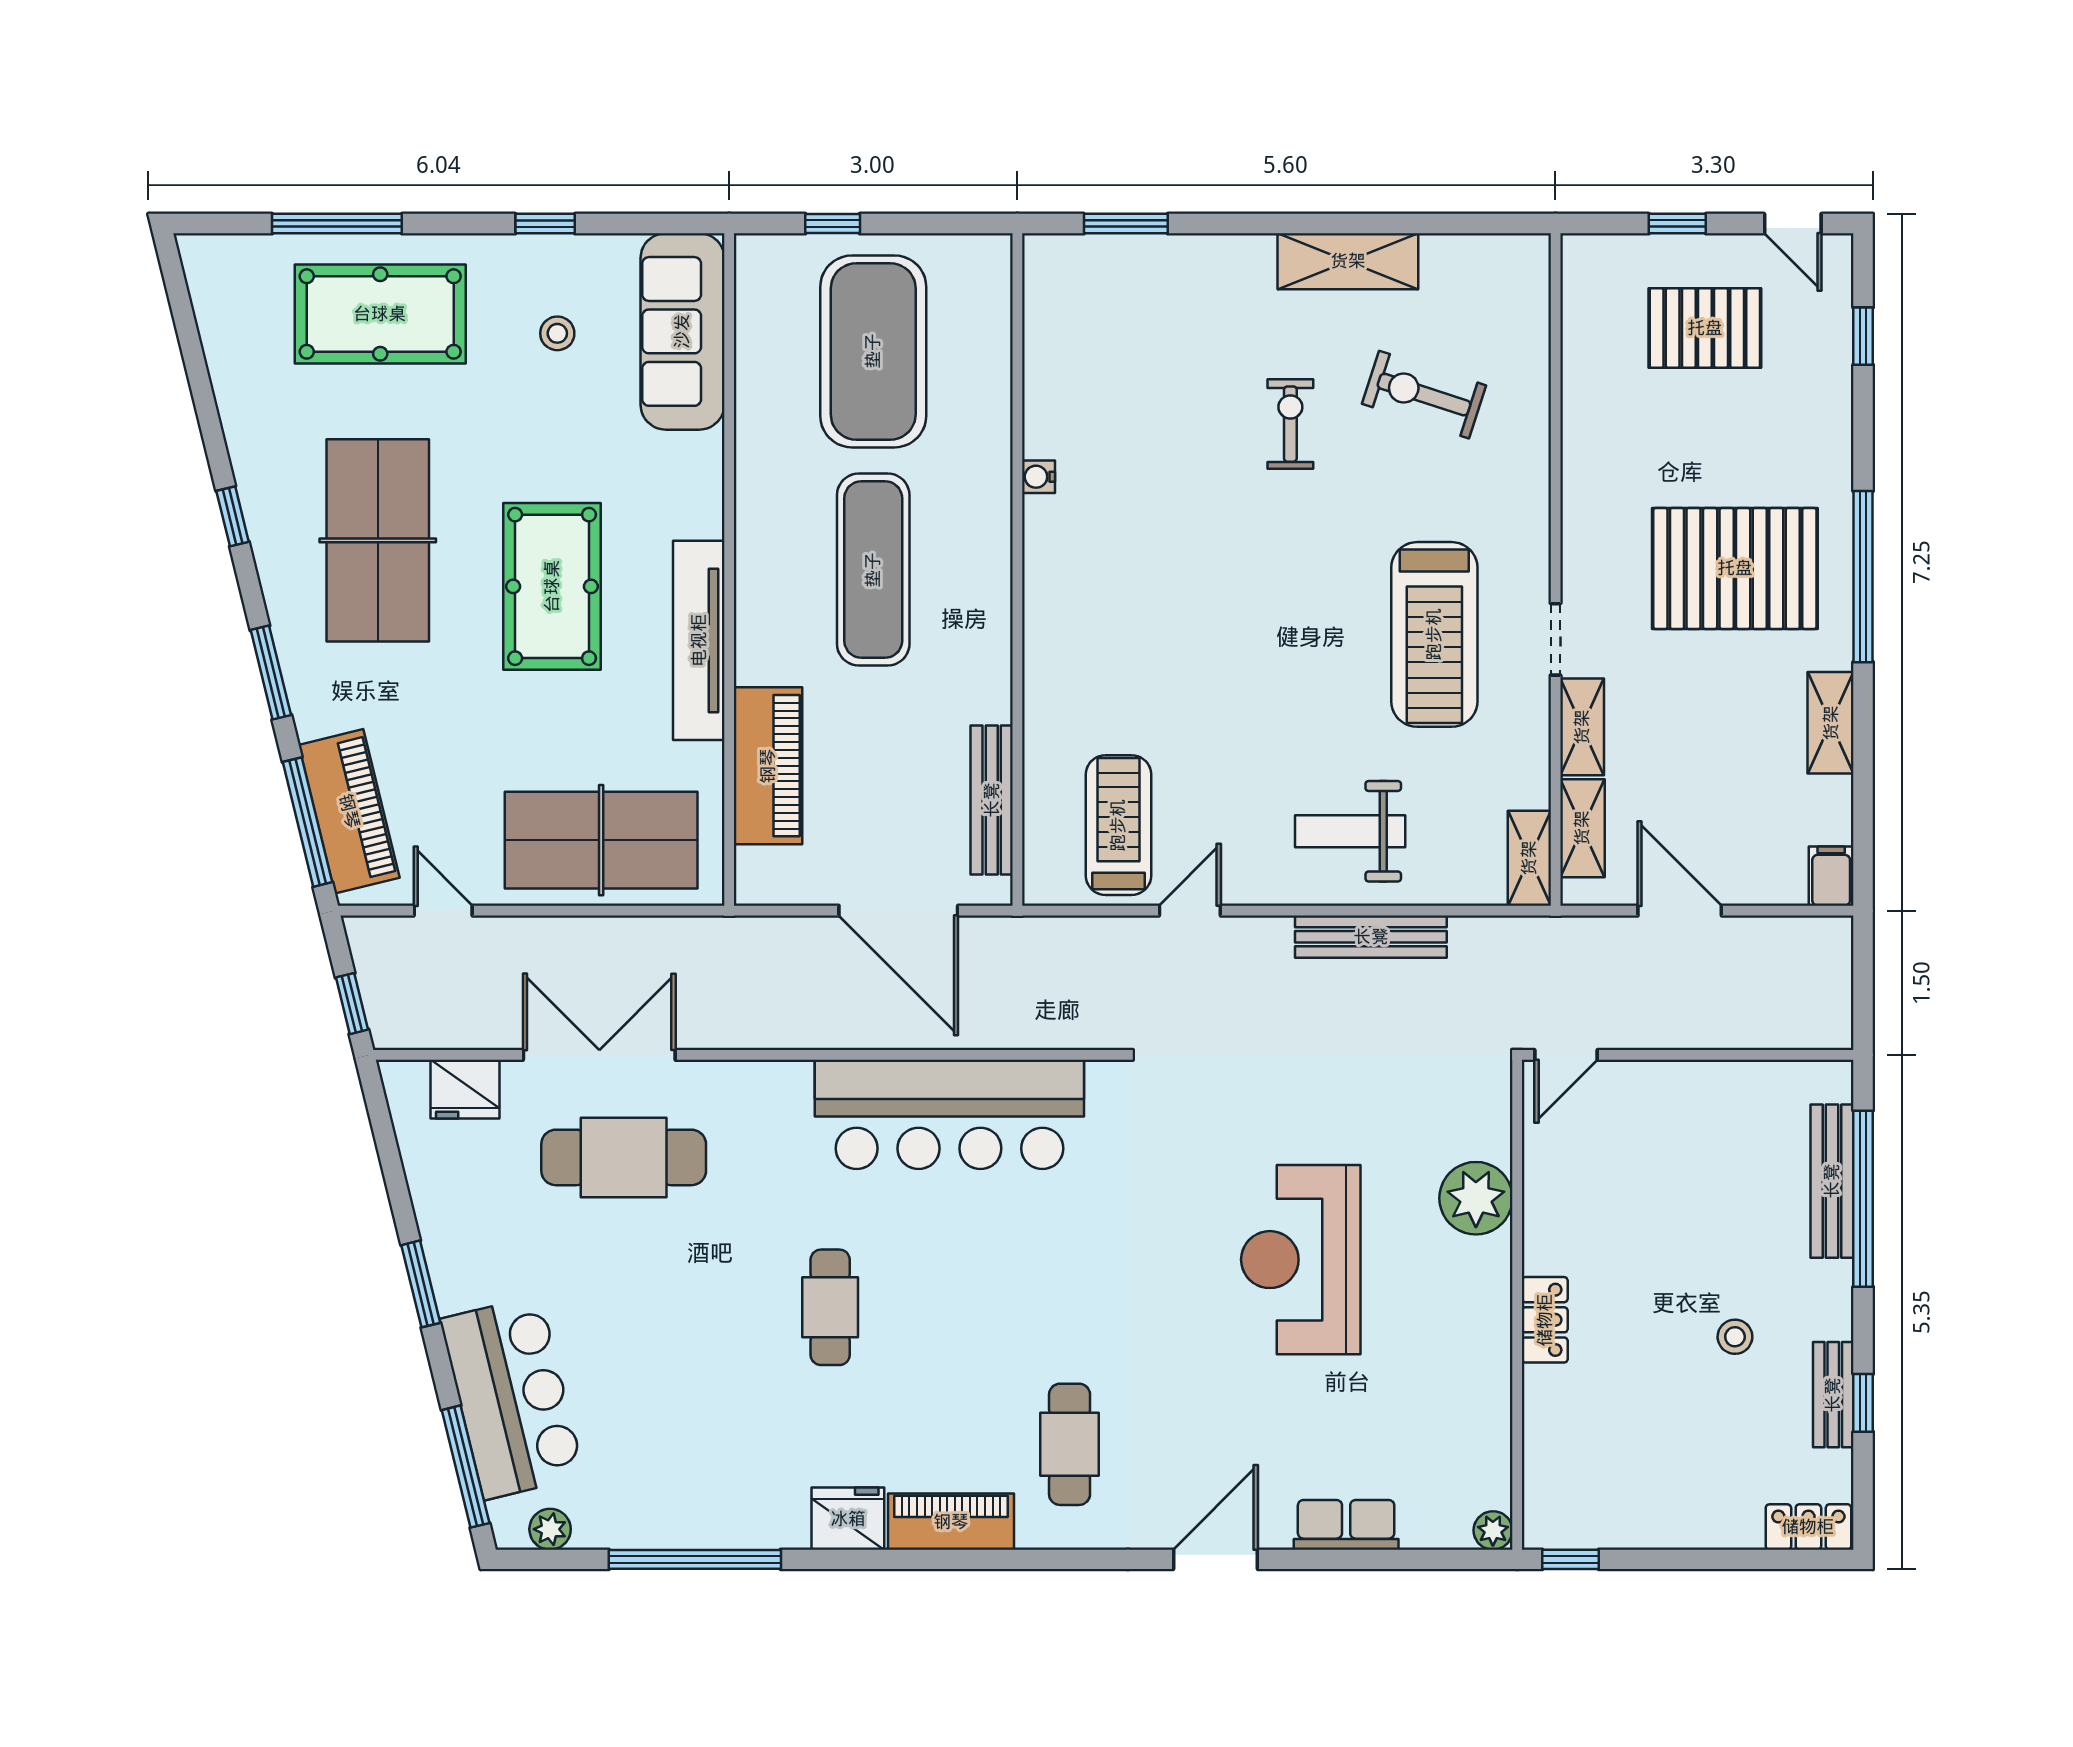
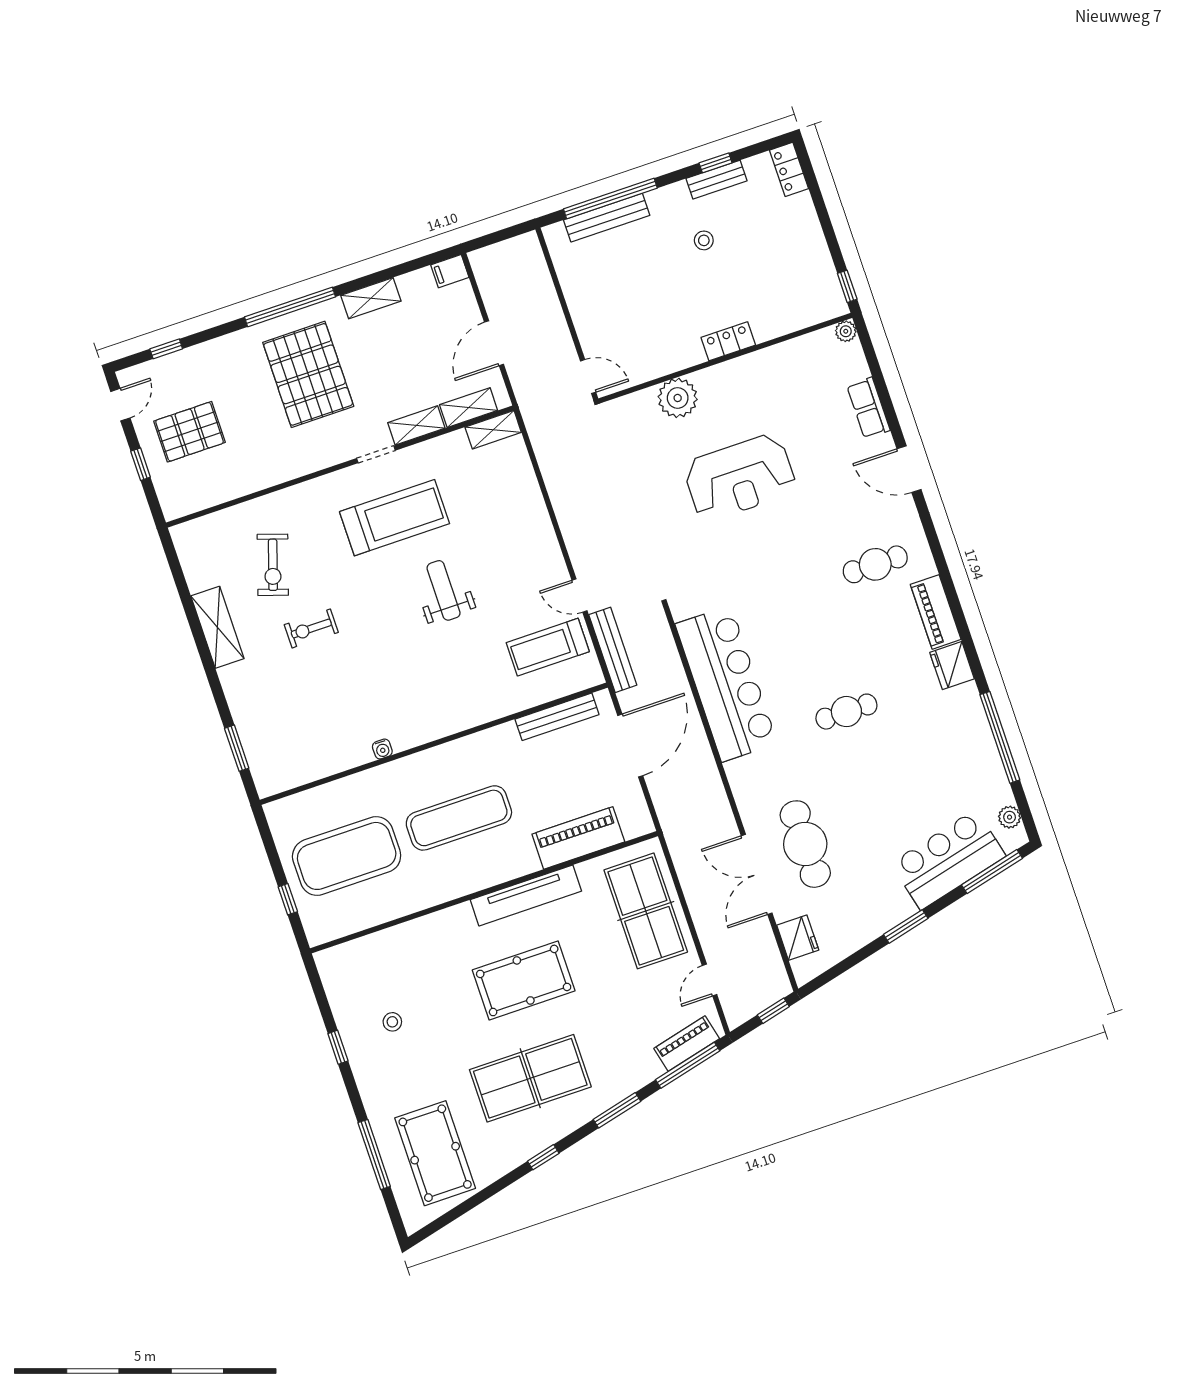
pool table: (380, 314) -> (435, 1153), moved
pallet: (1705, 328) -> (190, 432), turned 90
sofa: (682, 331) -> (370, 958), removed
piano: (349, 811) -> (687, 1044), width x0.73, depth x0.75
weight bench: (1350, 831) -> (444, 590), moved, turned 180
bench: (1371, 937) -> (613, 650), moved

